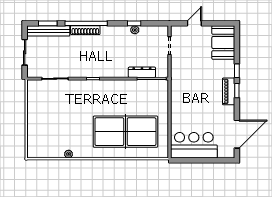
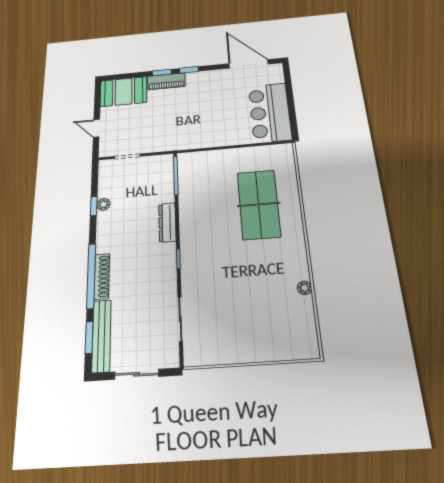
dresser: (142, 72) -> (167, 222), moved
piano: (229, 91) -> (166, 81), moved
table tennis table: (125, 132) -> (259, 204), width x0.73, depth x0.76

